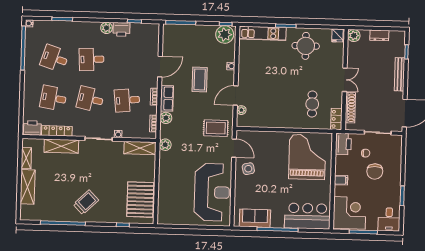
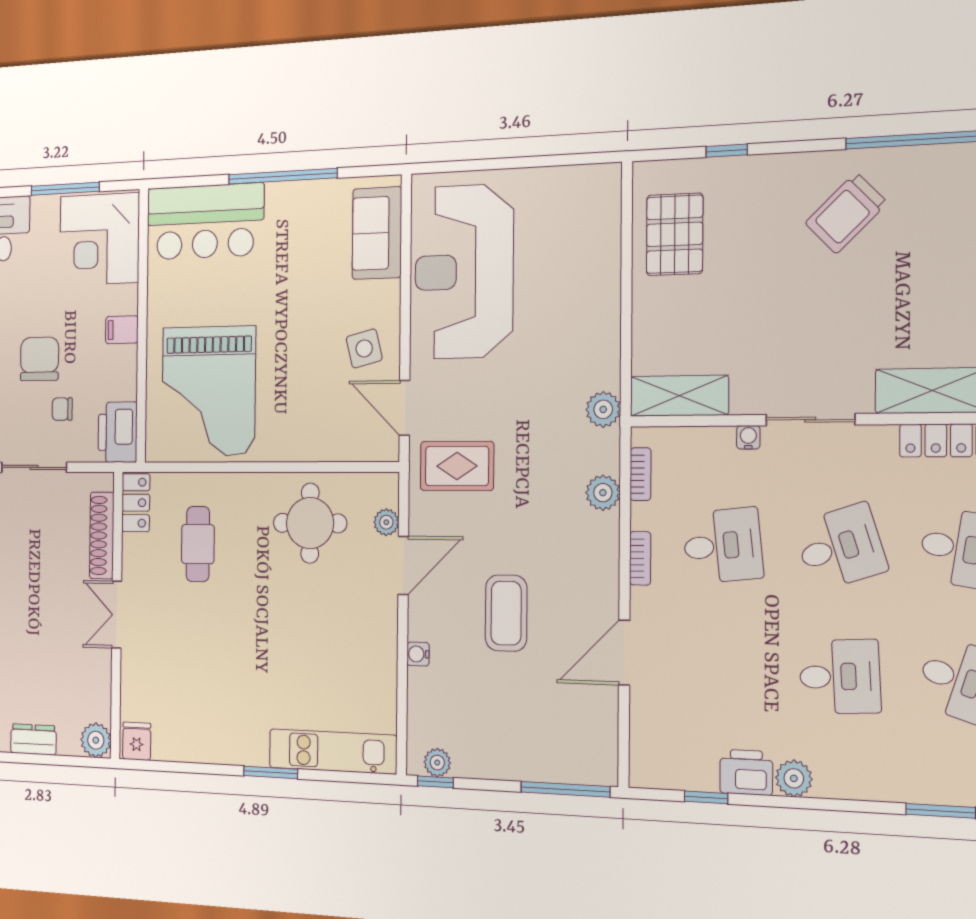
plant: (225, 34) -> (437, 763), width x0.53, depth x0.53
round table: (306, 46) -> (310, 523), moved
row of seats: (167, 98) -> (601, 553), removed
desk: (90, 99) -> (840, 547), turned -30
pallet: (140, 200) -> (675, 234), width x0.73, depth x0.71
sofa: (255, 218) -> (377, 233), moved, turned 90

